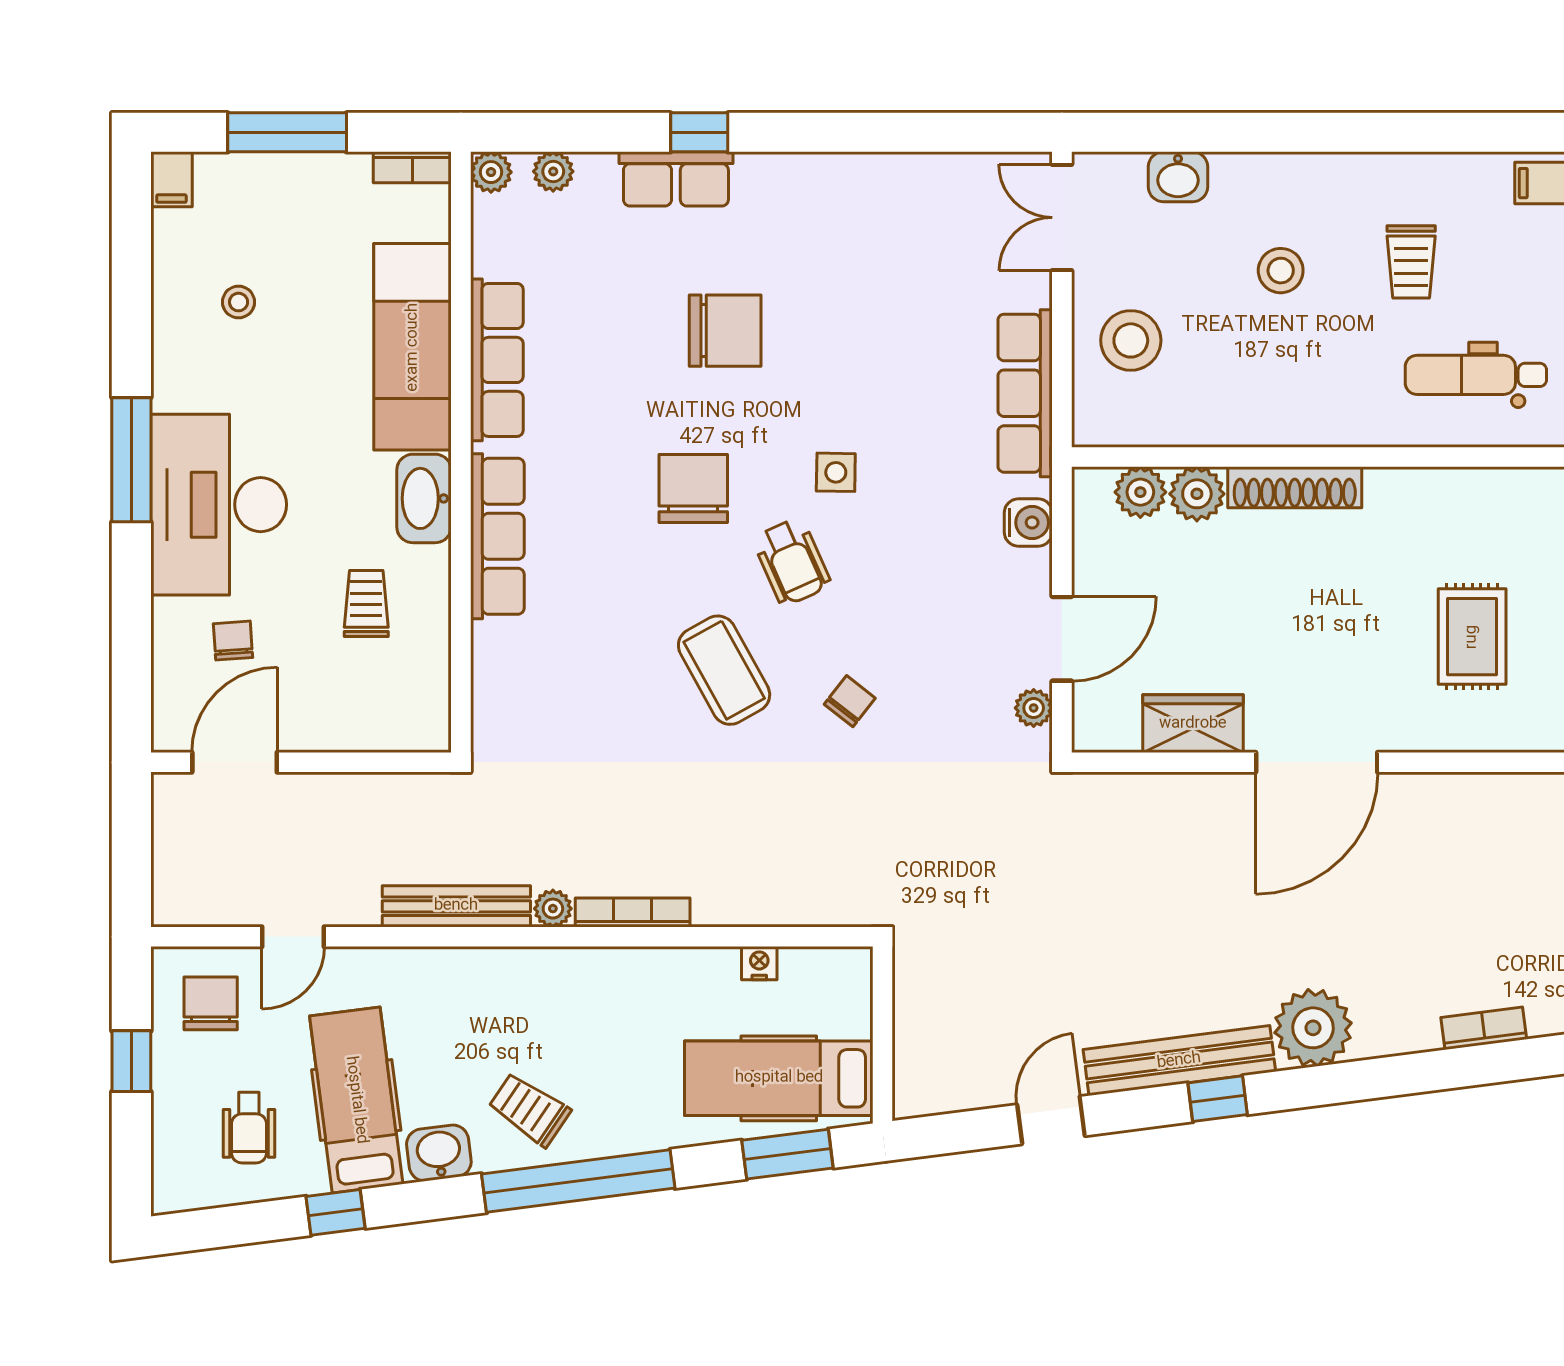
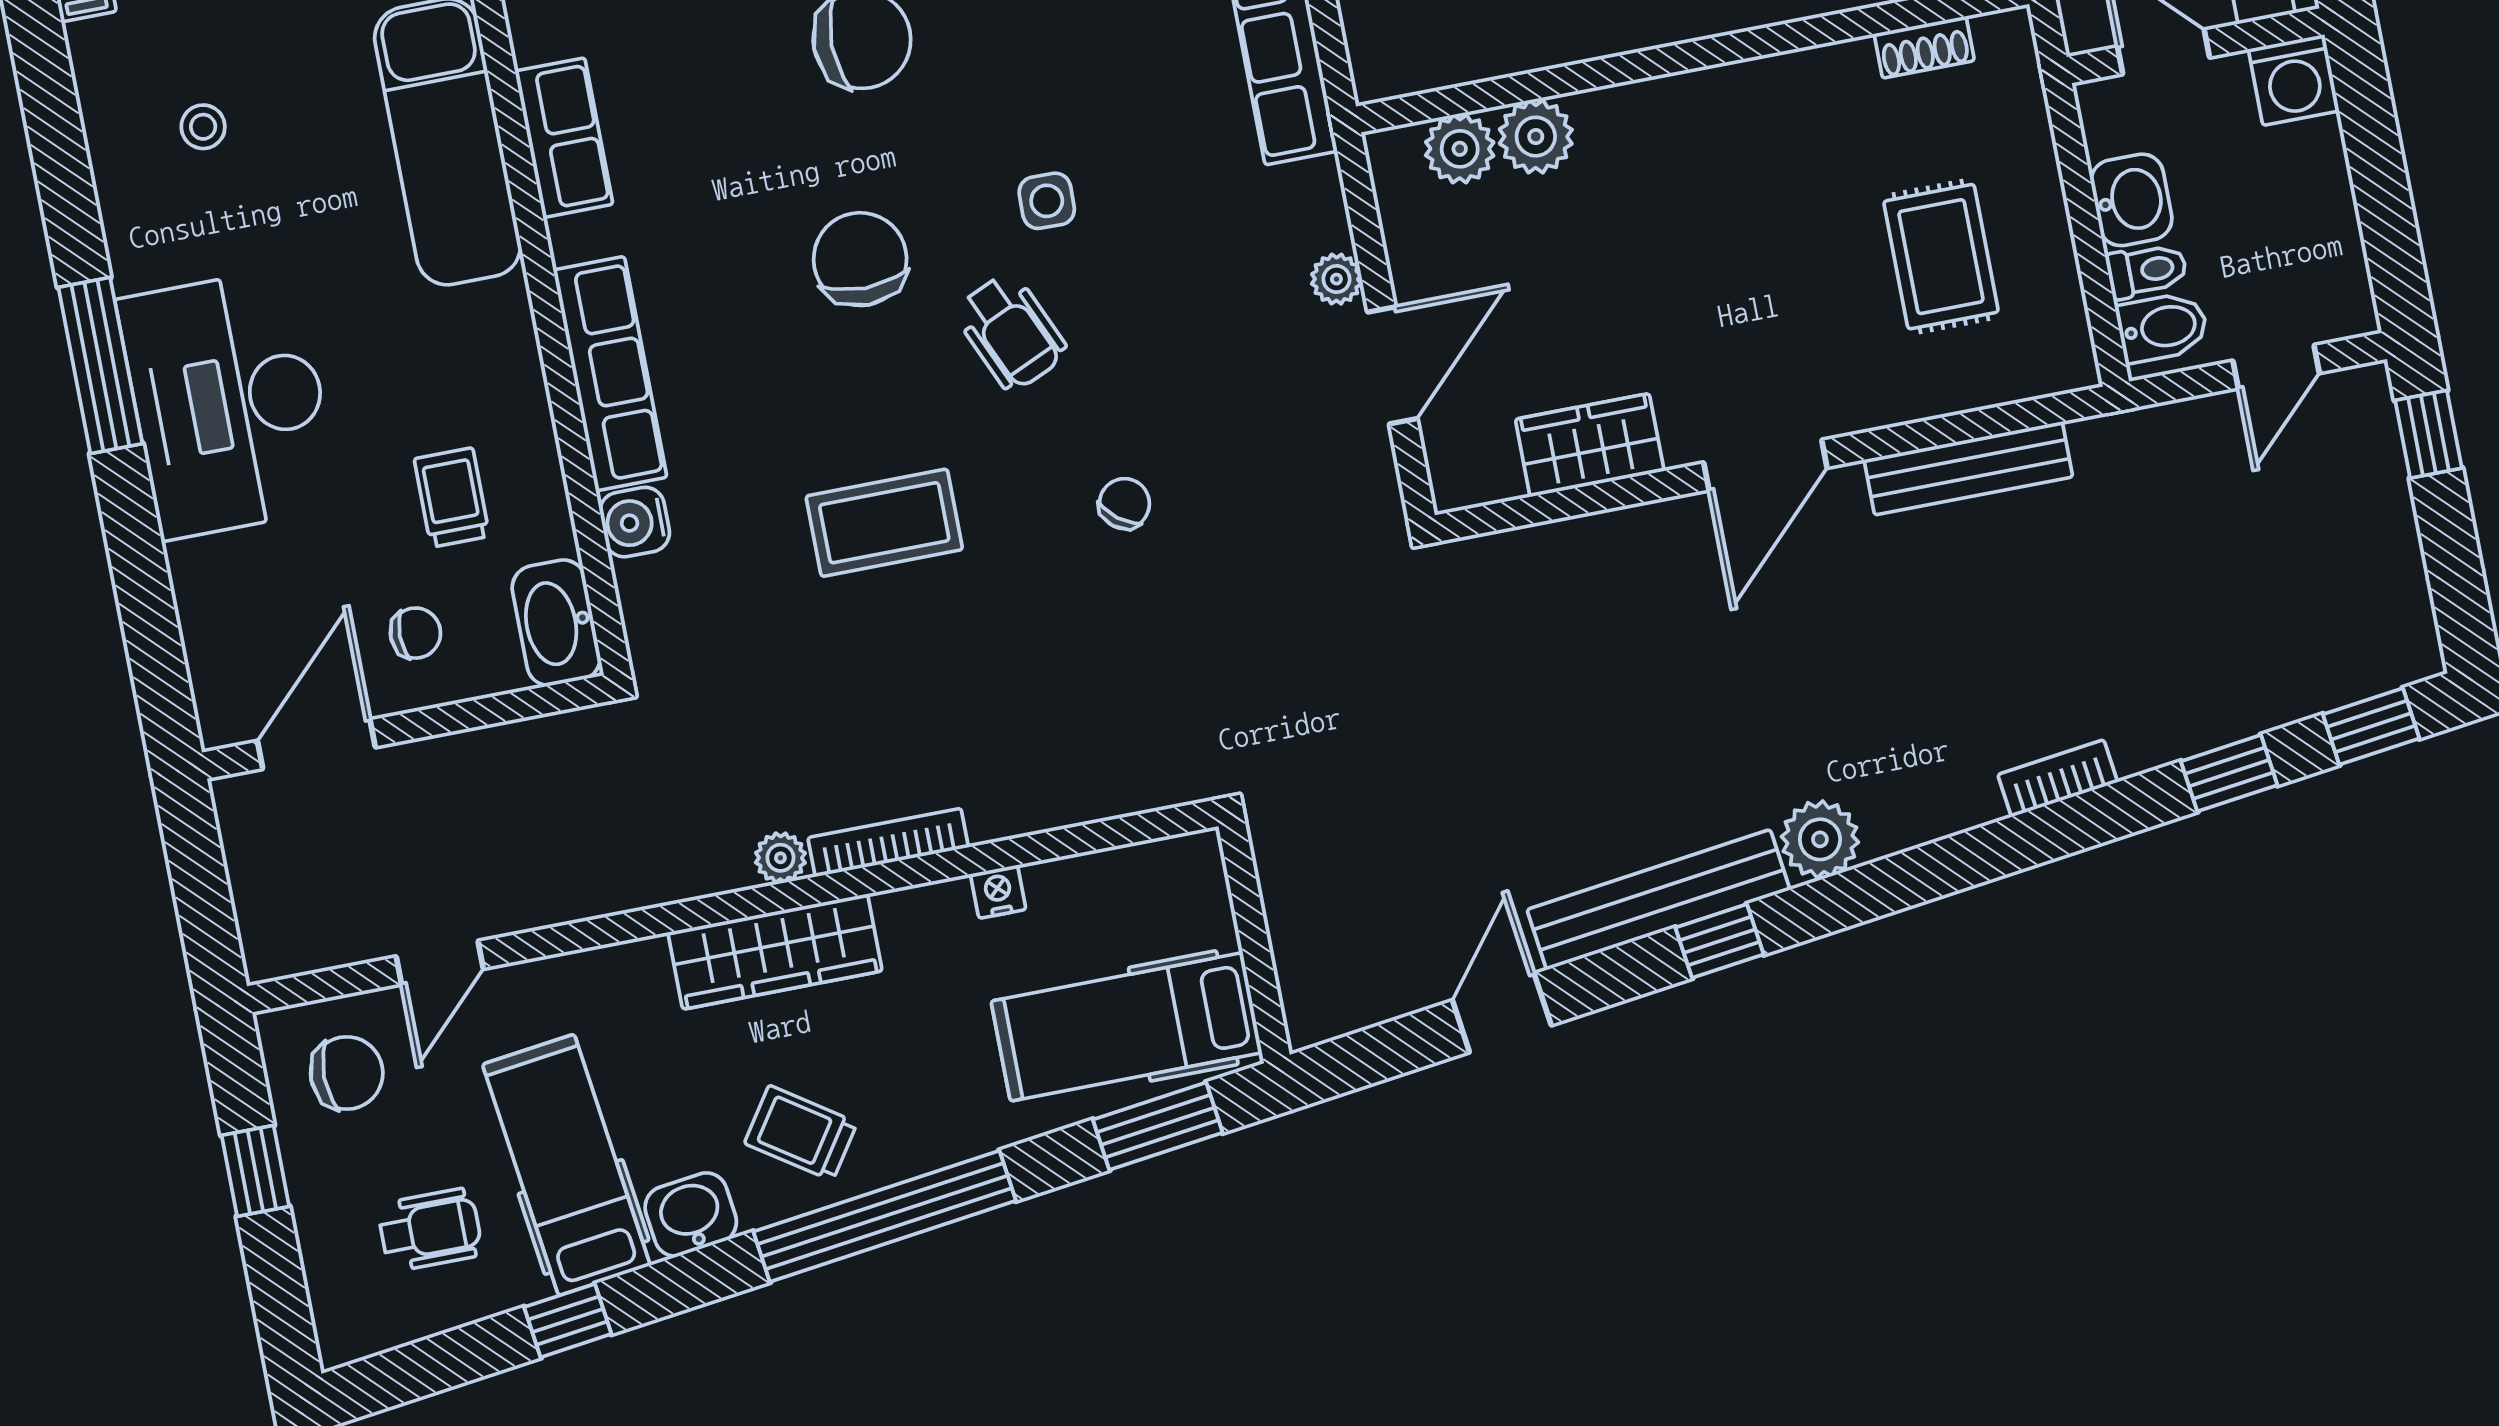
row of seats: (497, 360) -> (564, 138), width x0.68
shoe rack: (1295, 487) -> (1924, 47), moved, width x0.51, depth x0.81
washbasin: (424, 498) -> (556, 623), moved
water cooler: (1028, 523) -> (635, 522), moved, turned 180
chair: (233, 641) -> (415, 633), moved, turned 94
coffee table: (724, 670) -> (884, 523), moved, turned -61
plant: (1034, 708) -> (1336, 279), moved
door: (1317, 762) -> (1765, 465), width x0.73
bench: (456, 906) -> (1968, 468), moved
nightstand: (759, 963) -> (998, 892), moved
wardrobe: (536, 975) -> (775, 952), added
chair: (211, 1003) -> (347, 1073), turned 90
plant: (1313, 1028) -> (1820, 839), width x0.73, depth x0.73
wheelchair: (249, 1128) -> (430, 1230), turned -90

